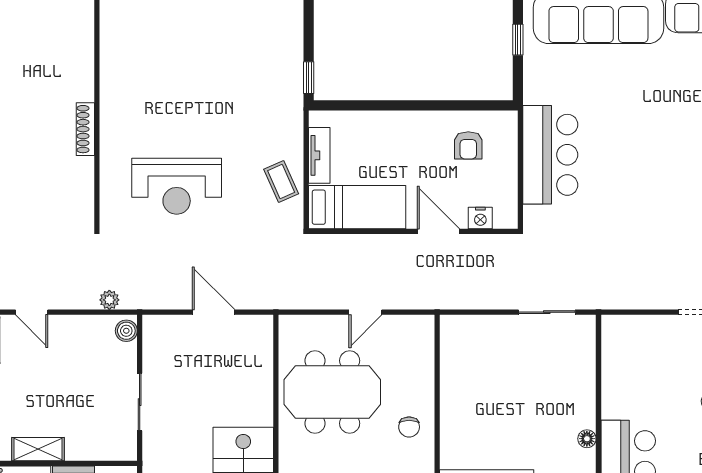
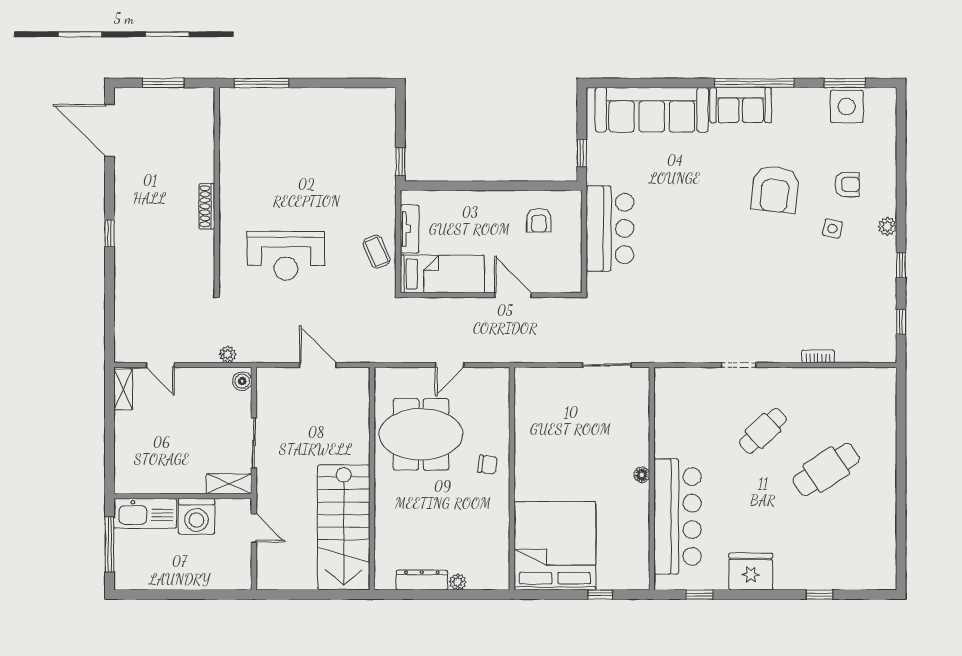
window: (518, 40) -> (582, 153), moved
nightstand: (480, 218) -> (549, 283), removed
chair: (409, 427) -> (488, 465), turned -83
shelving: (38, 449) -> (229, 484), moved

